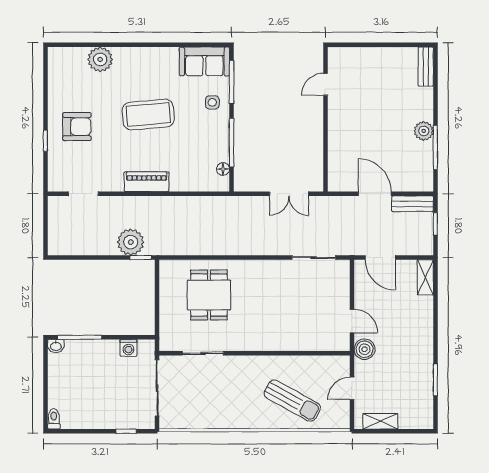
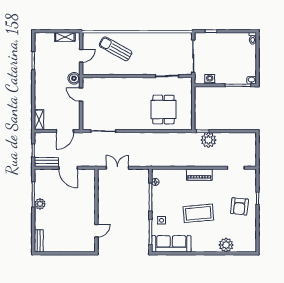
sofa: (204, 61) -> (171, 244), width x1.36
armchair: (77, 127) -> (239, 206), turned -84
door: (380, 258) -> (65, 131), swing flipped

